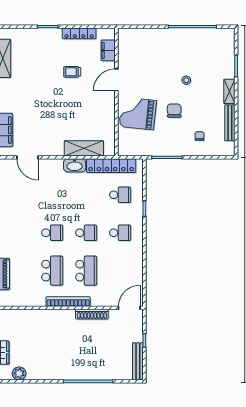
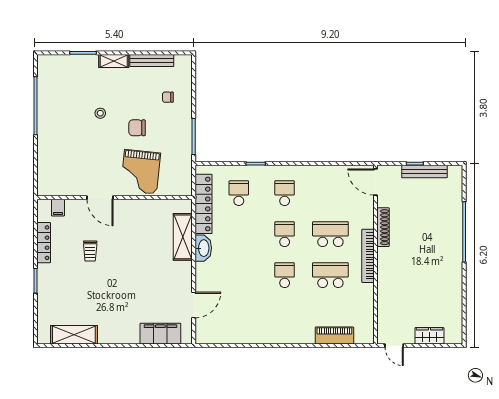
filing cabinet: (108, 50) -> (58, 208), width x0.50
bench: (138, 361) -> (424, 172), moved
plant: (19, 373) -> (455, 315), removed

